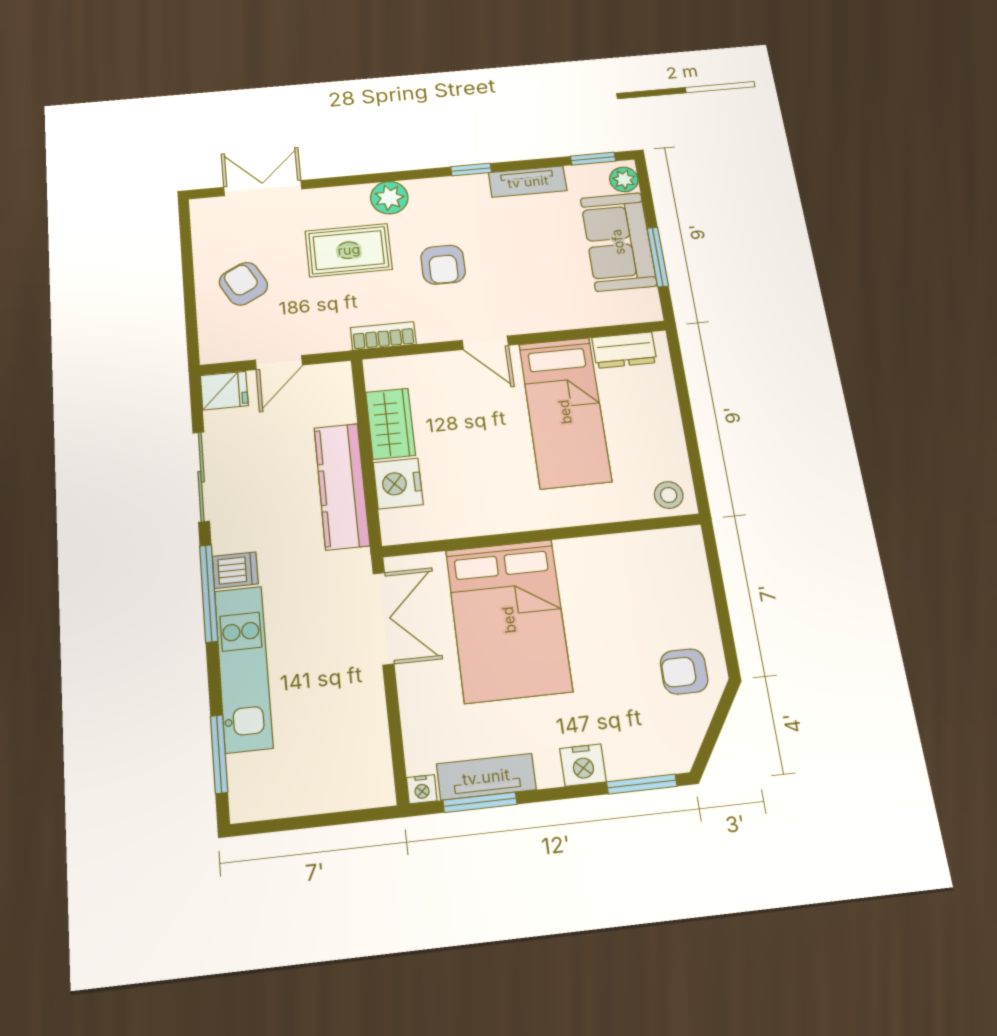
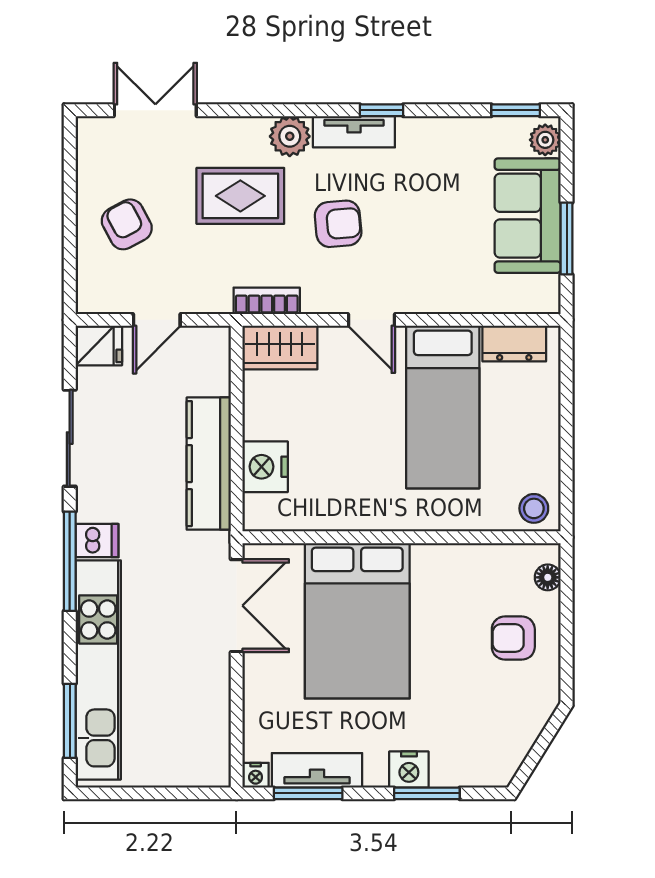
tv unit: (528, 182) -> (354, 132), moved
armchair: (443, 265) -> (338, 224), turned -95
wardrobe: (391, 424) -> (280, 347), moved, turned 90
floor lamp: (694, 558) -> (548, 577), added
kitchen unit: (243, 669) -> (98, 670), width x1.36
armchair: (684, 672) -> (513, 638), moved
window: (642, 784) -> (427, 793), moved

